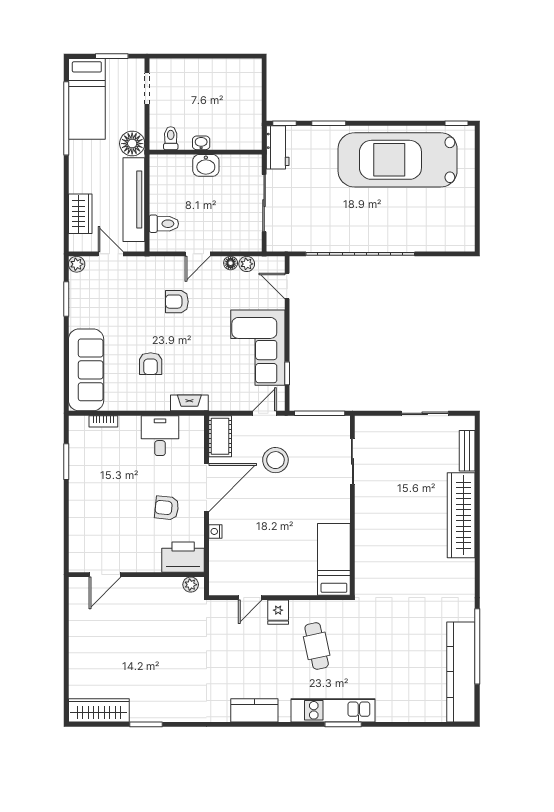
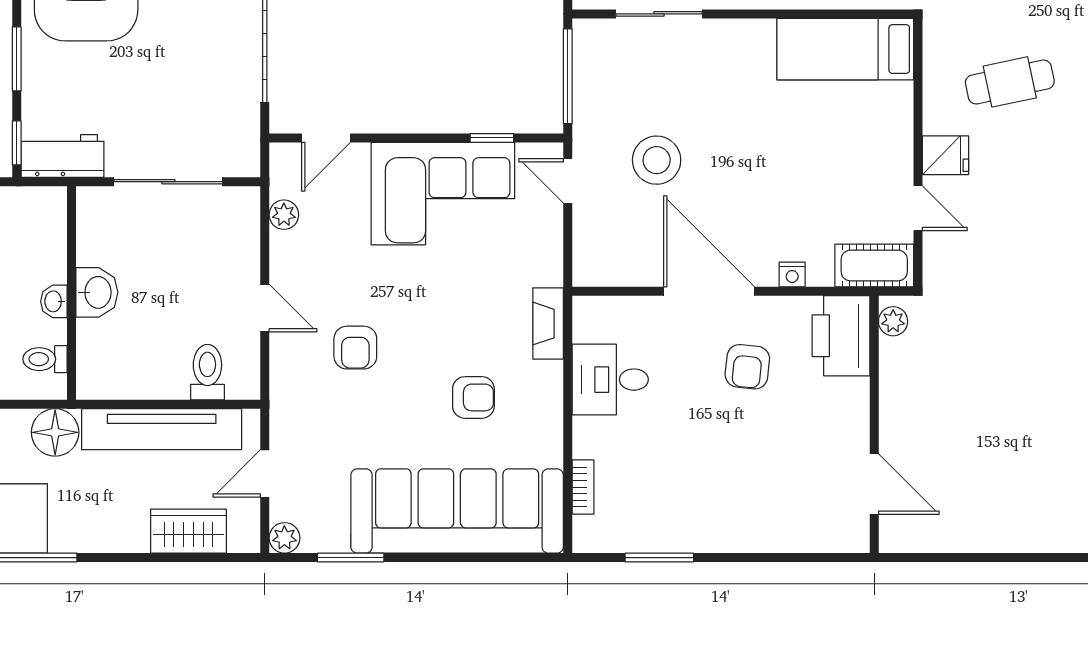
floor lamp: (231, 263) -> (282, 245), removed
sofa: (86, 370) -> (457, 511), width x1.36, depth x1.27
cot: (220, 436) -> (874, 265), moved

